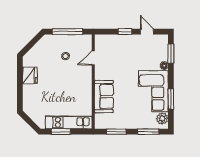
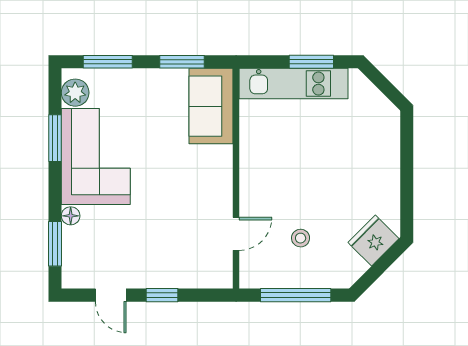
fridge: (30, 76) -> (373, 241), moved, turned 45
sofa: (104, 97) -> (211, 106), moved

